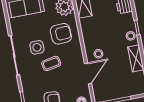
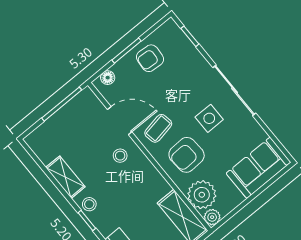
coffee table: (51, 63) -> (158, 128), moved
door: (88, 74) -> (120, 121), swing flipped

